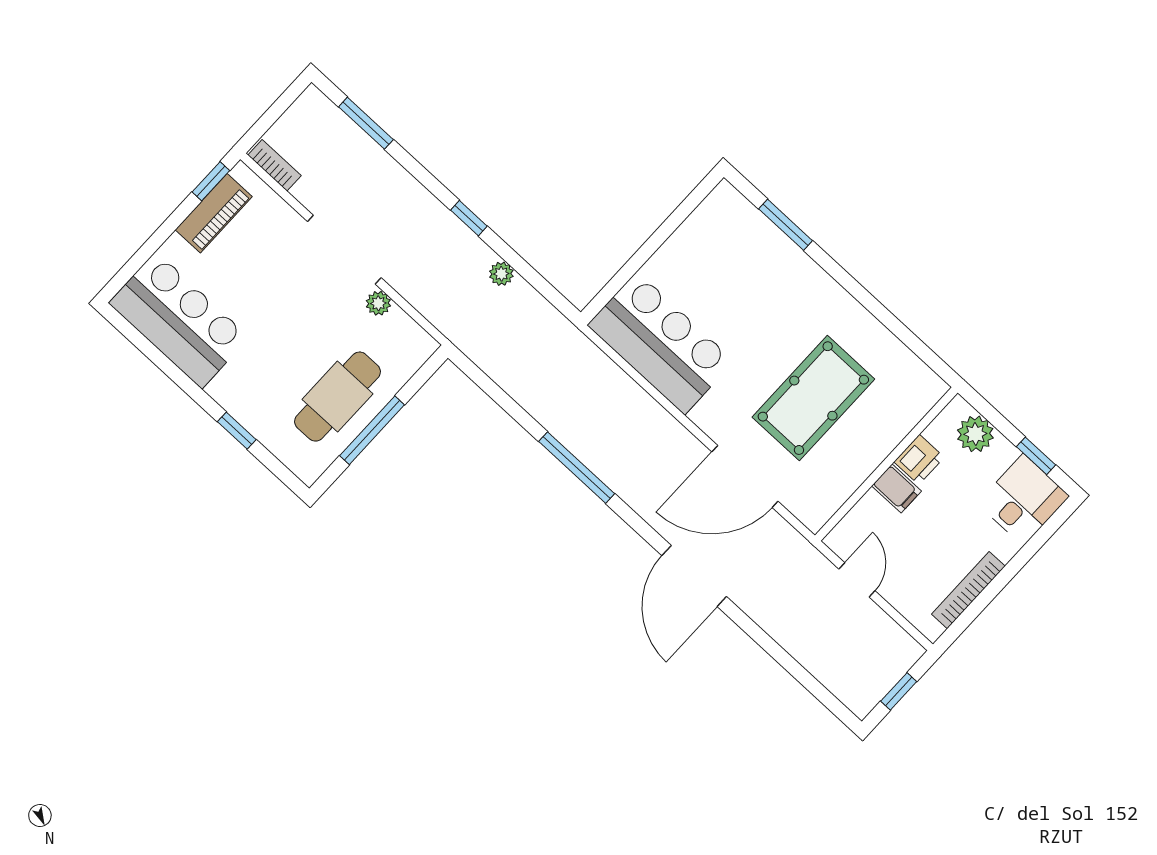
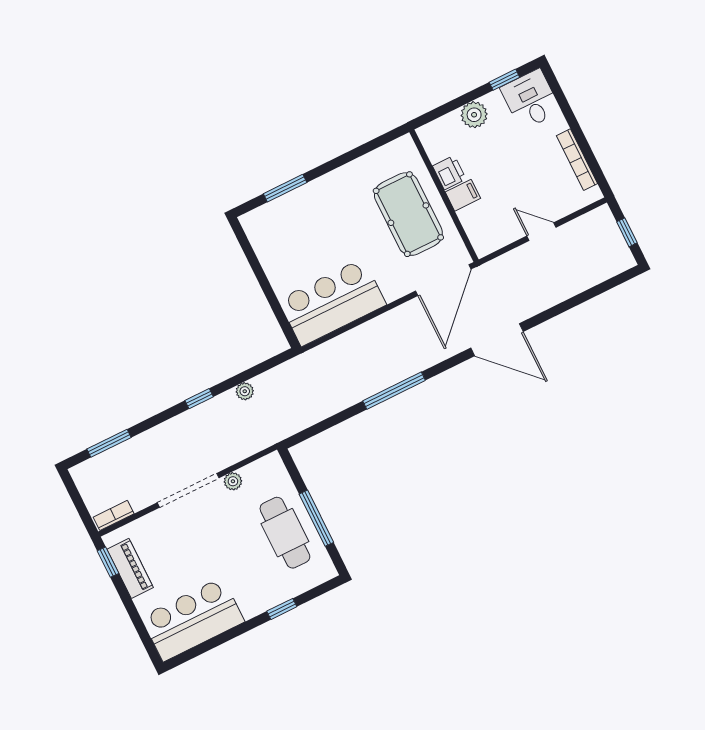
printer: (919, 460) -> (449, 173), moved
wall: (886, 464) -> (444, 196), moved
filing cabinet: (896, 488) -> (463, 195), moved

